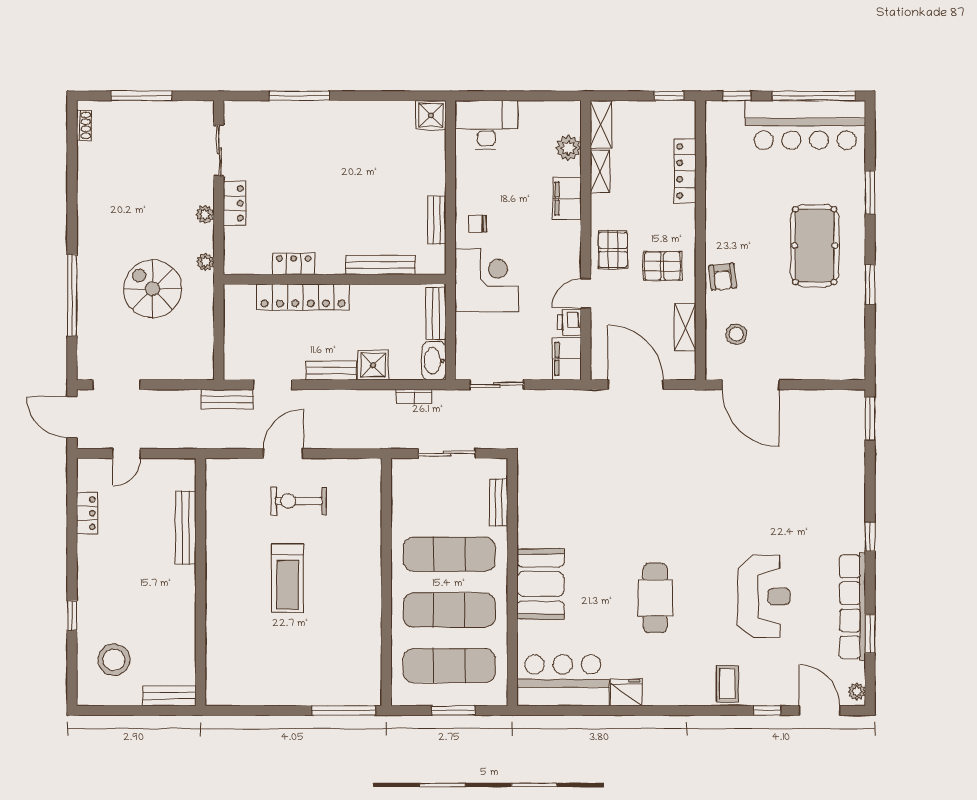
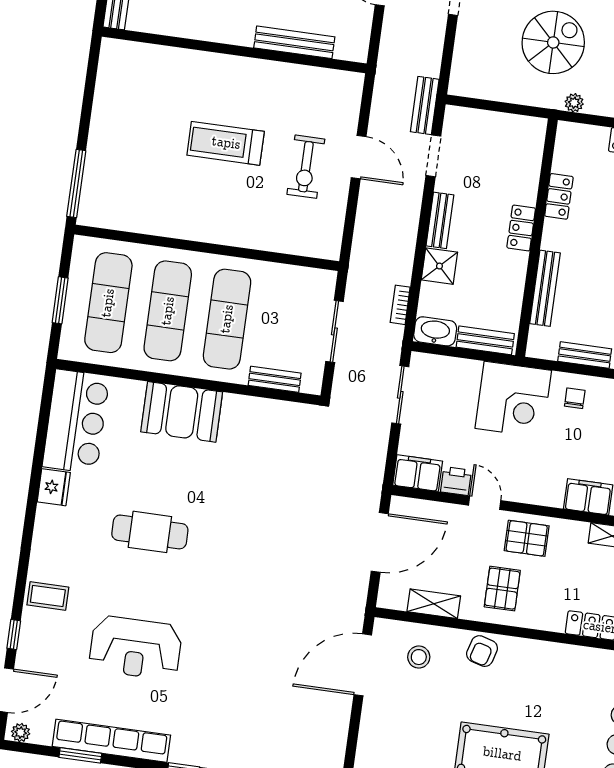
armchair: (723, 277) -> (482, 651), turned -68
locker: (303, 297) -> (521, 228), width x0.46, depth x0.83
exercise bike: (299, 501) -> (306, 167), turned 180

